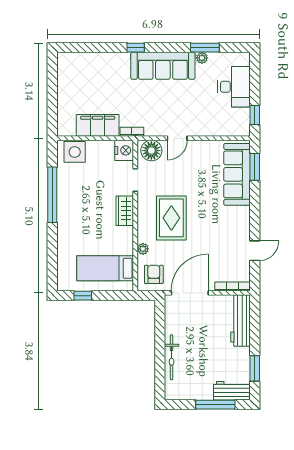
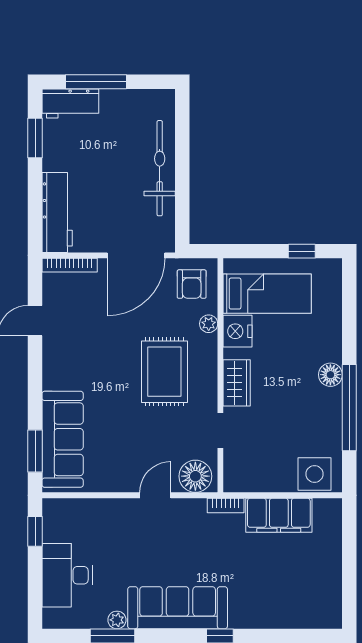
nightstand: (124, 150) -> (238, 331), moved
floor lamp: (64, 216) -> (330, 375), added
bicycle: (172, 357) -> (160, 168), width x1.37, depth x1.40

